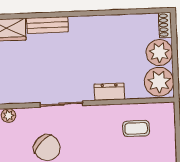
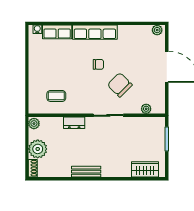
bench: (47, 25) -> (86, 172), moved
plant: (159, 82) -> (34, 124), width x0.53, depth x0.53

